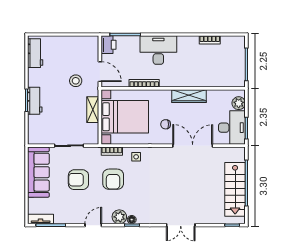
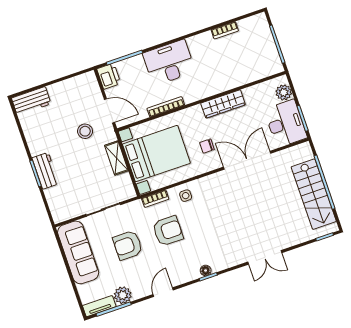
workbench: (35, 53) -> (31, 101), moved, turned 90
armchair: (113, 179) -> (168, 231), turned -90
plant: (119, 217) -> (123, 295), moved

